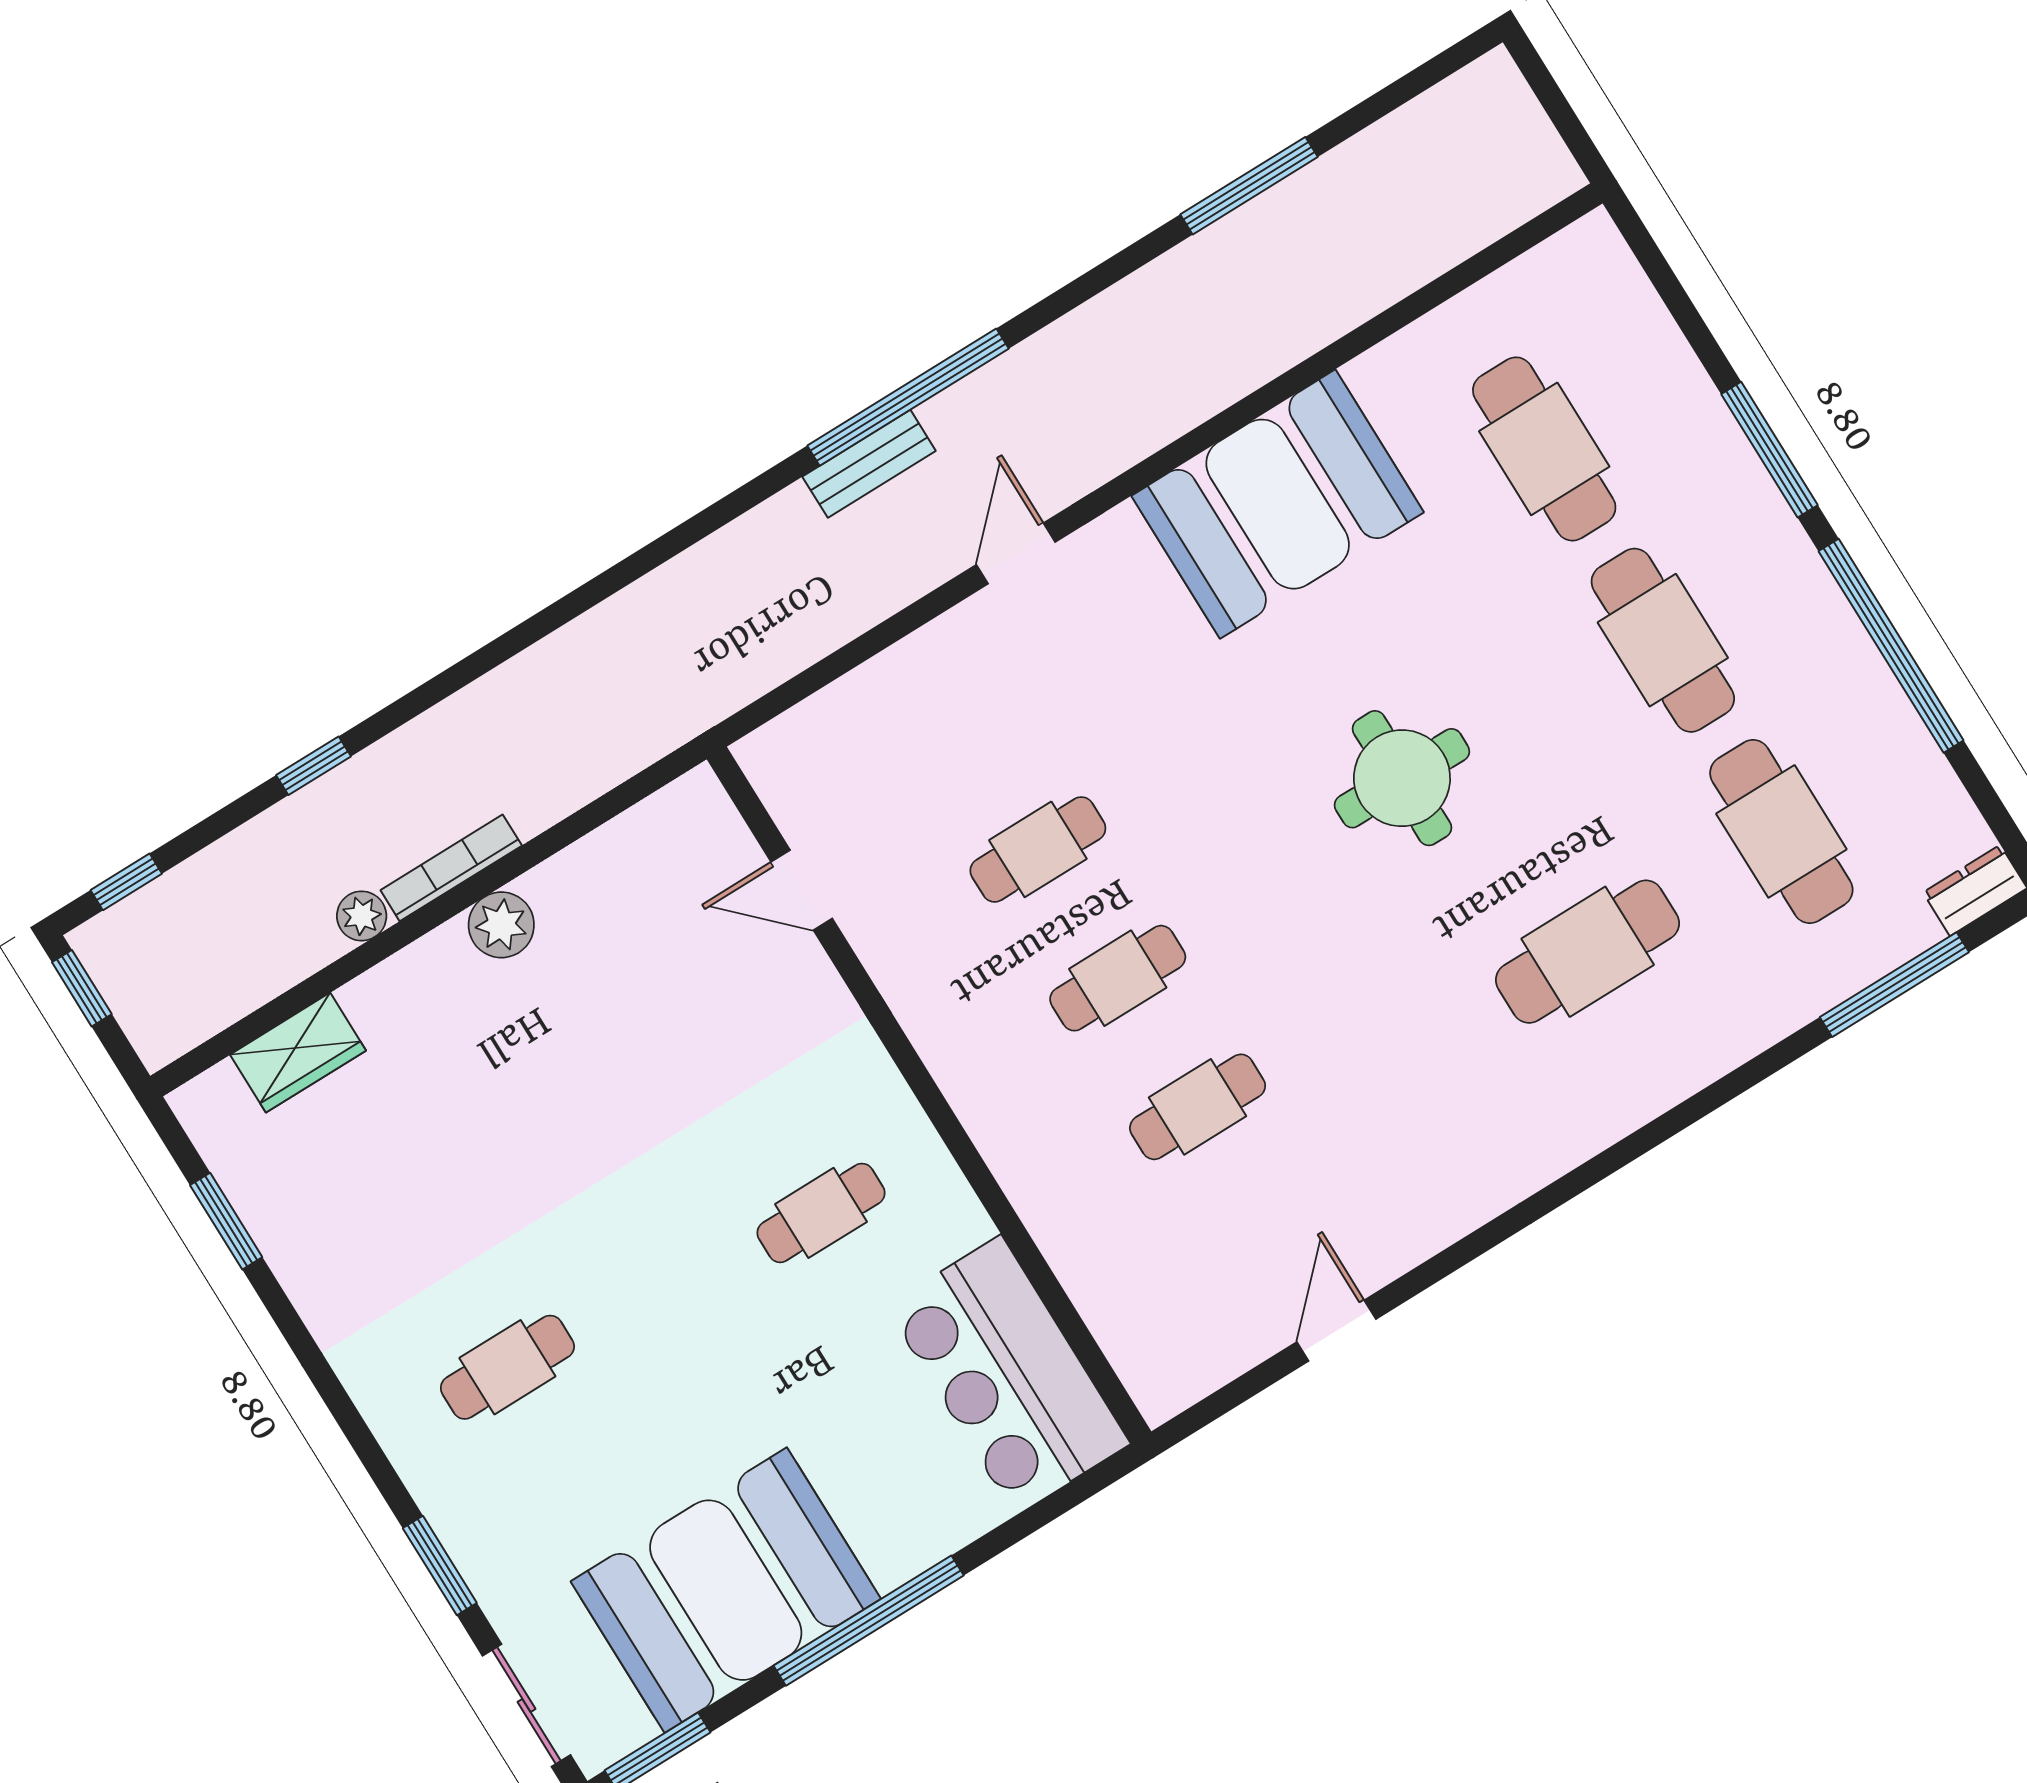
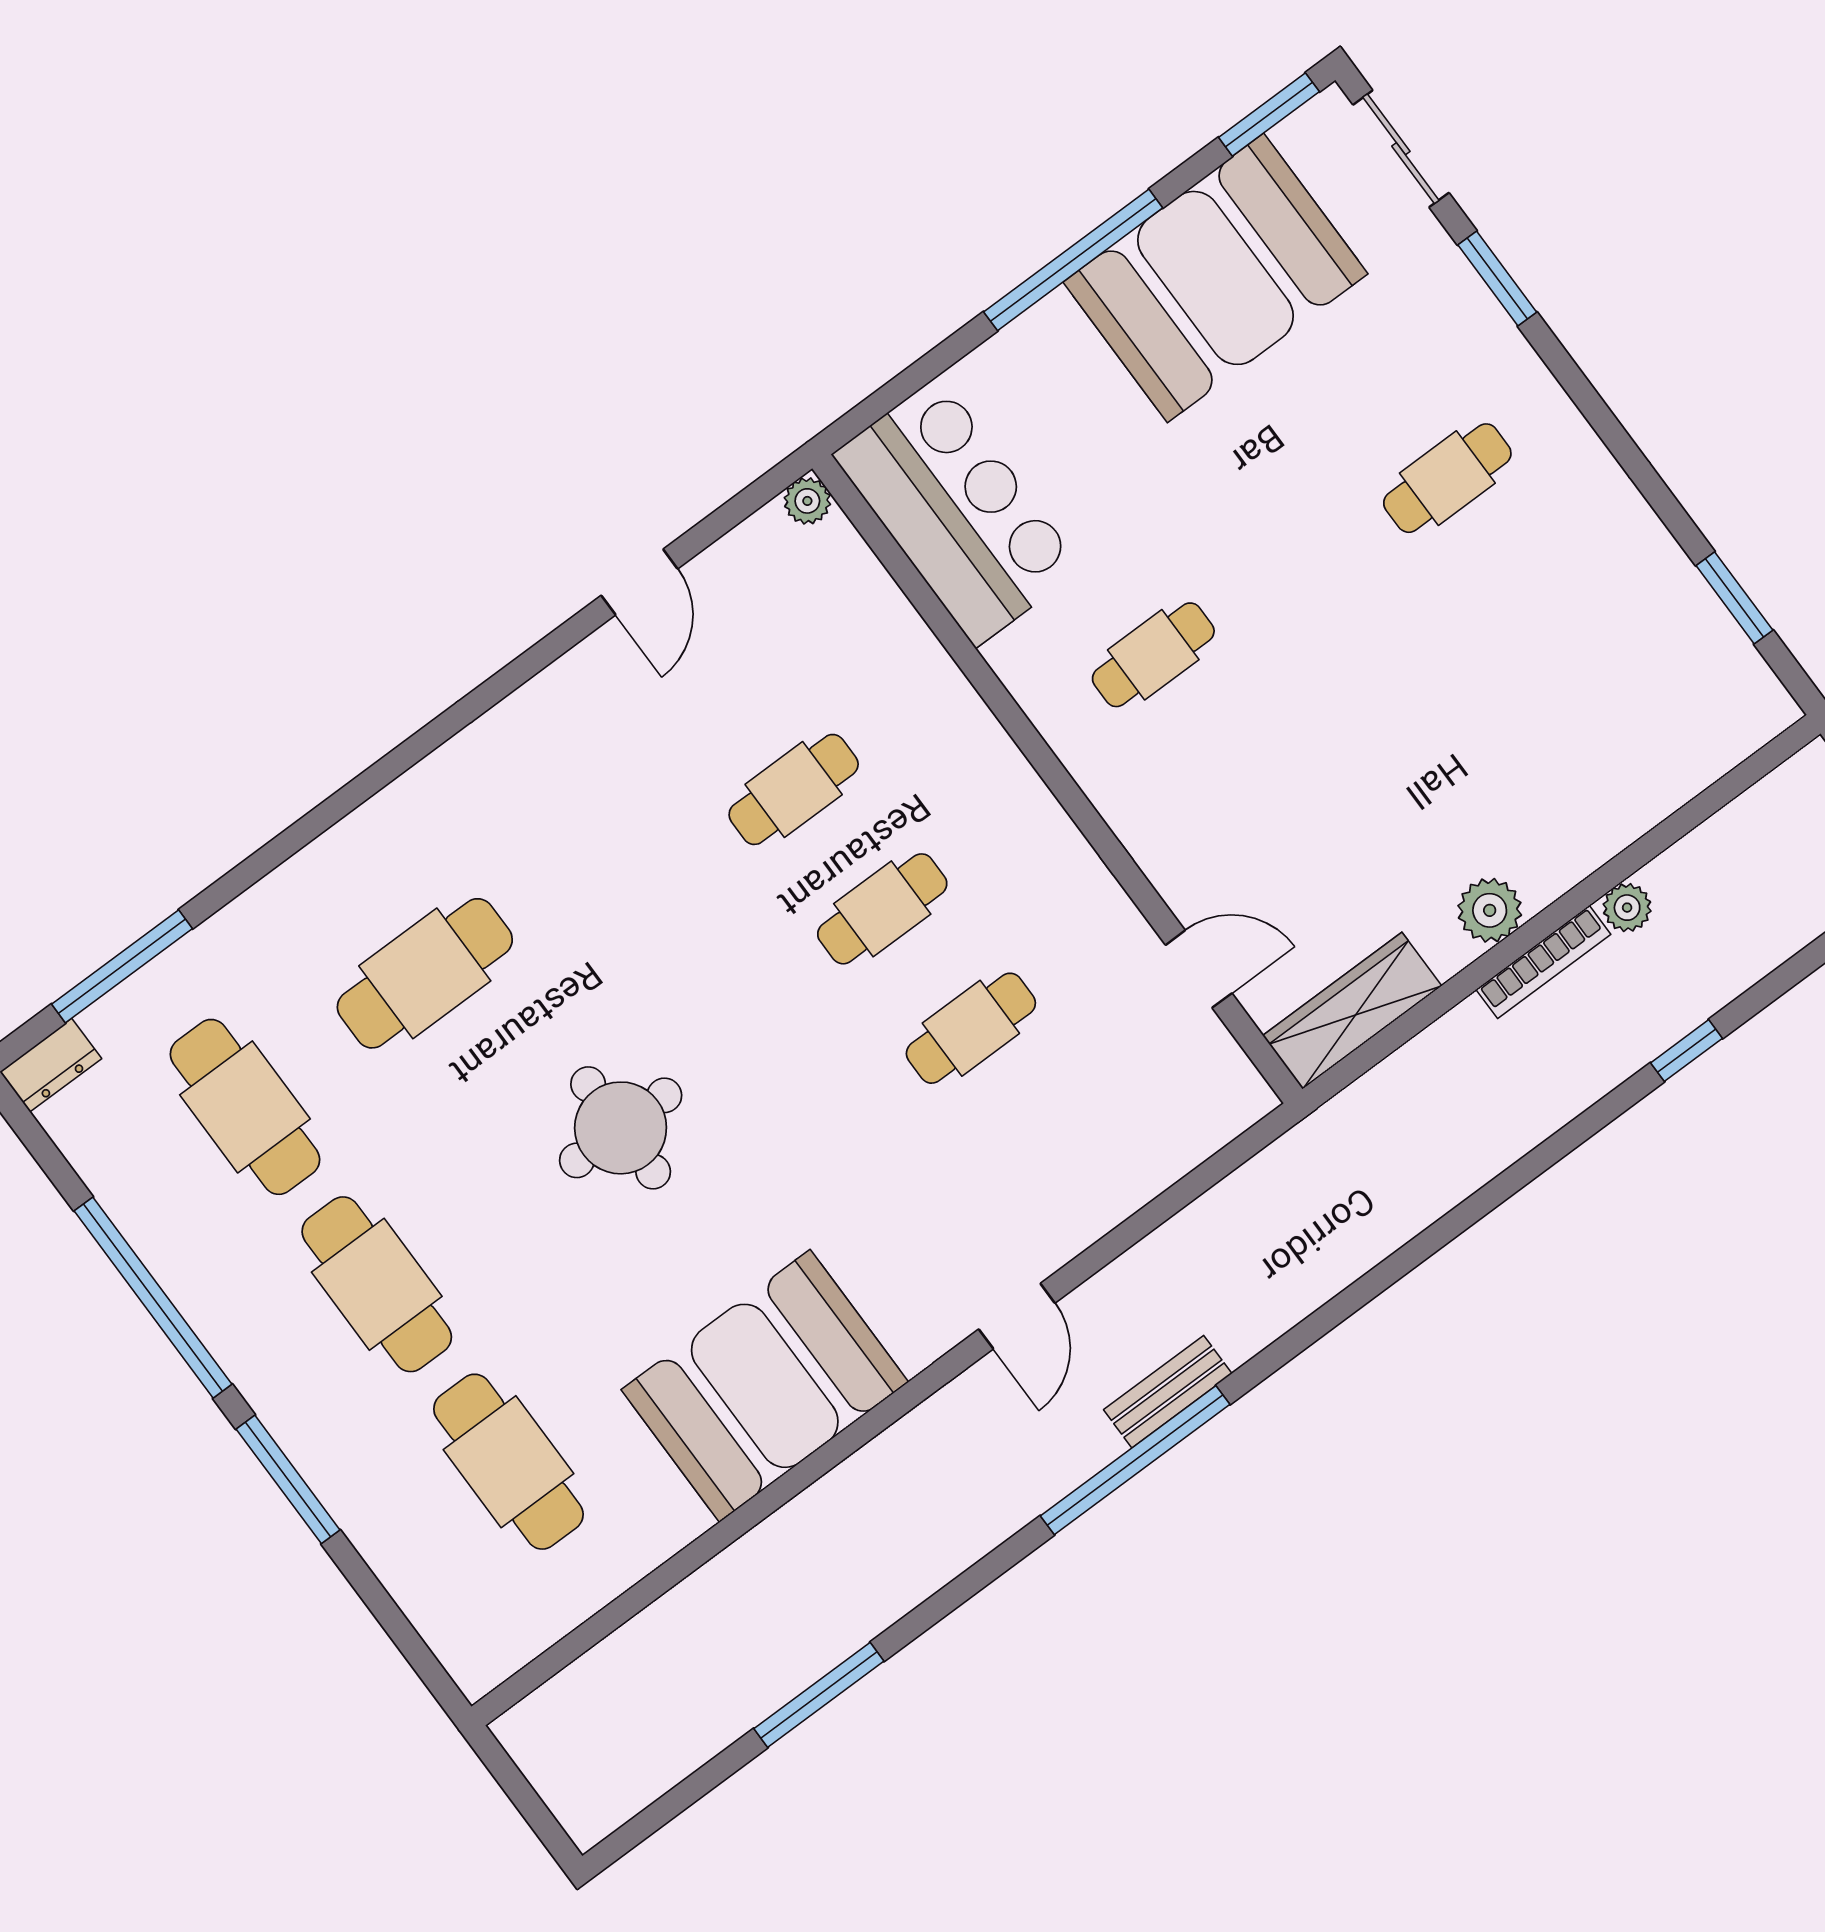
wardrobe: (298, 1053) -> (1352, 1011), moved, width x1.50
plant: (1159, 1399) -> (807, 501), added

